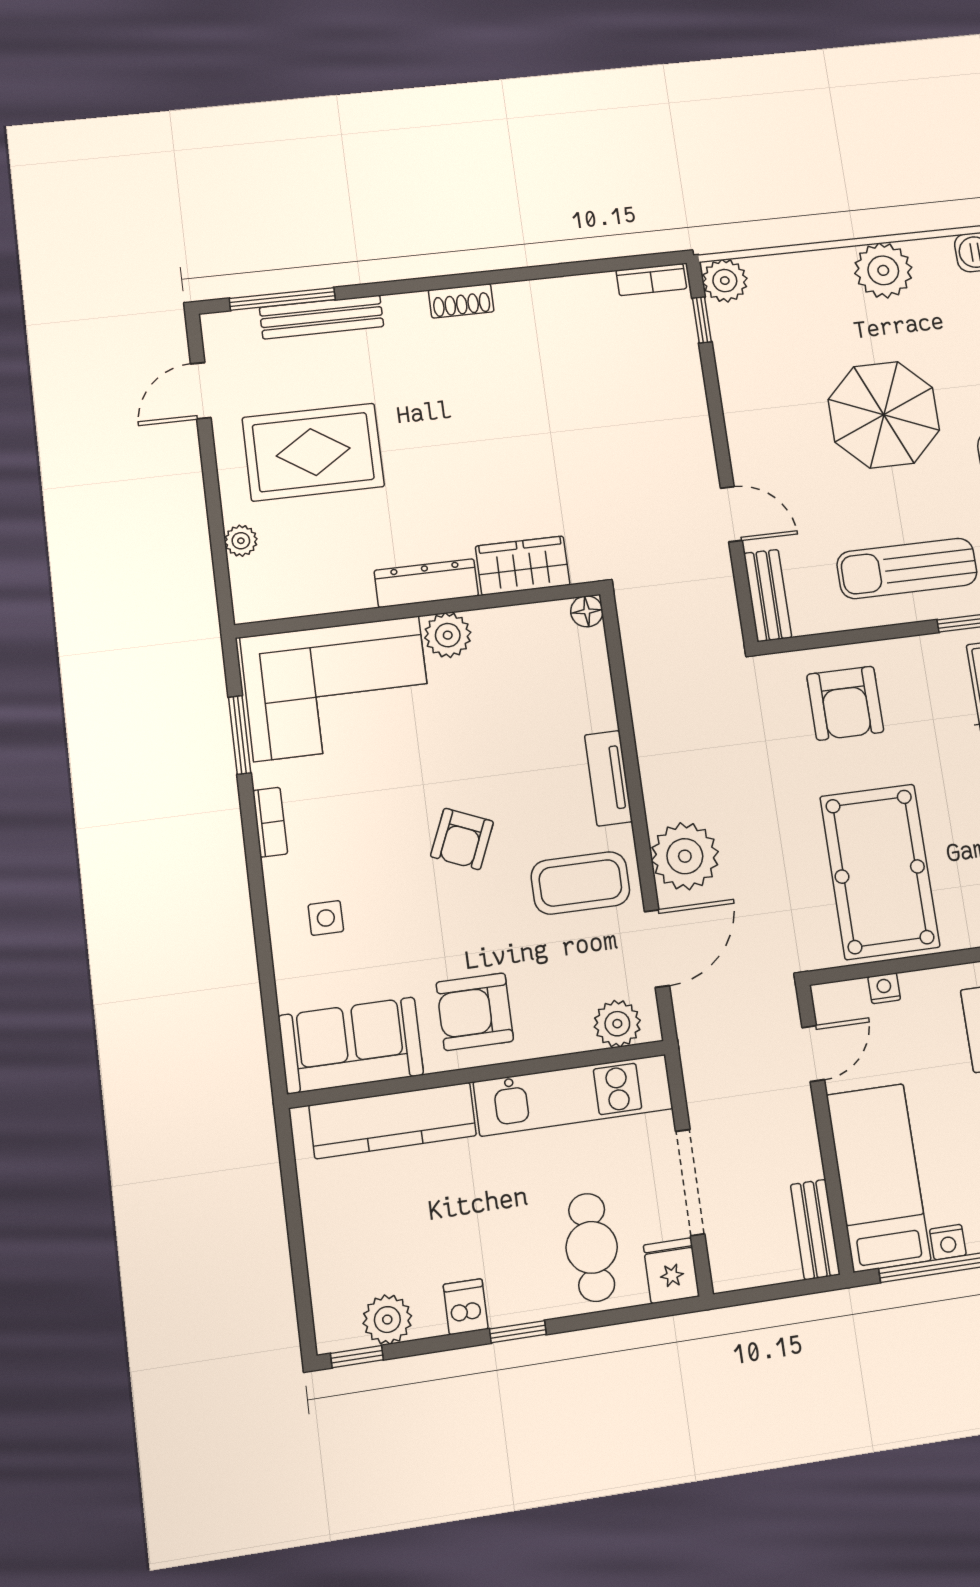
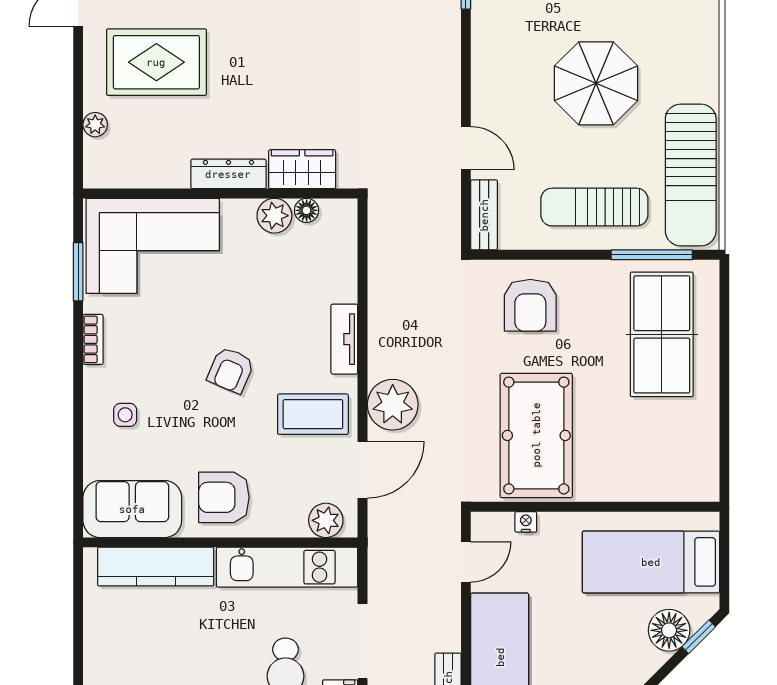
floor lamp: (587, 611) -> (307, 210), moved
plant: (448, 635) -> (274, 216), moved

